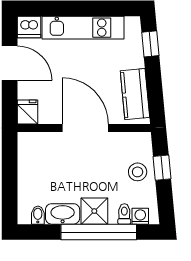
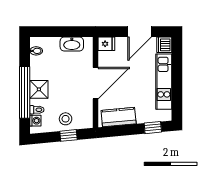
washbasin: (63, 214) -> (72, 44), moved, turned 90

